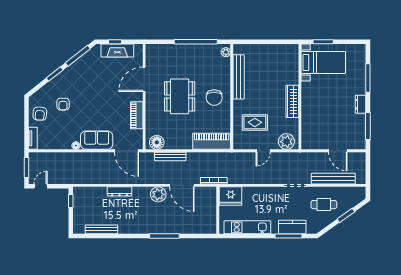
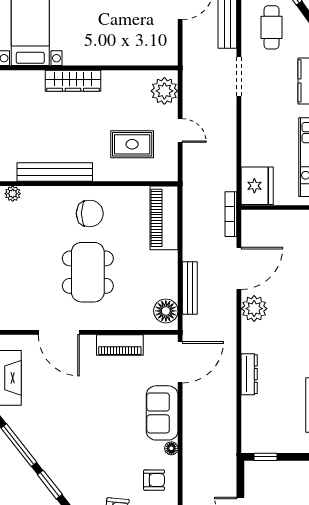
dining table: (180, 96) -> (88, 272), turned 90
wardrobe: (292, 101) -> (73, 81), moved
armchair: (63, 104) -> (154, 480), moved
rug: (255, 122) -> (132, 144), turned 90

